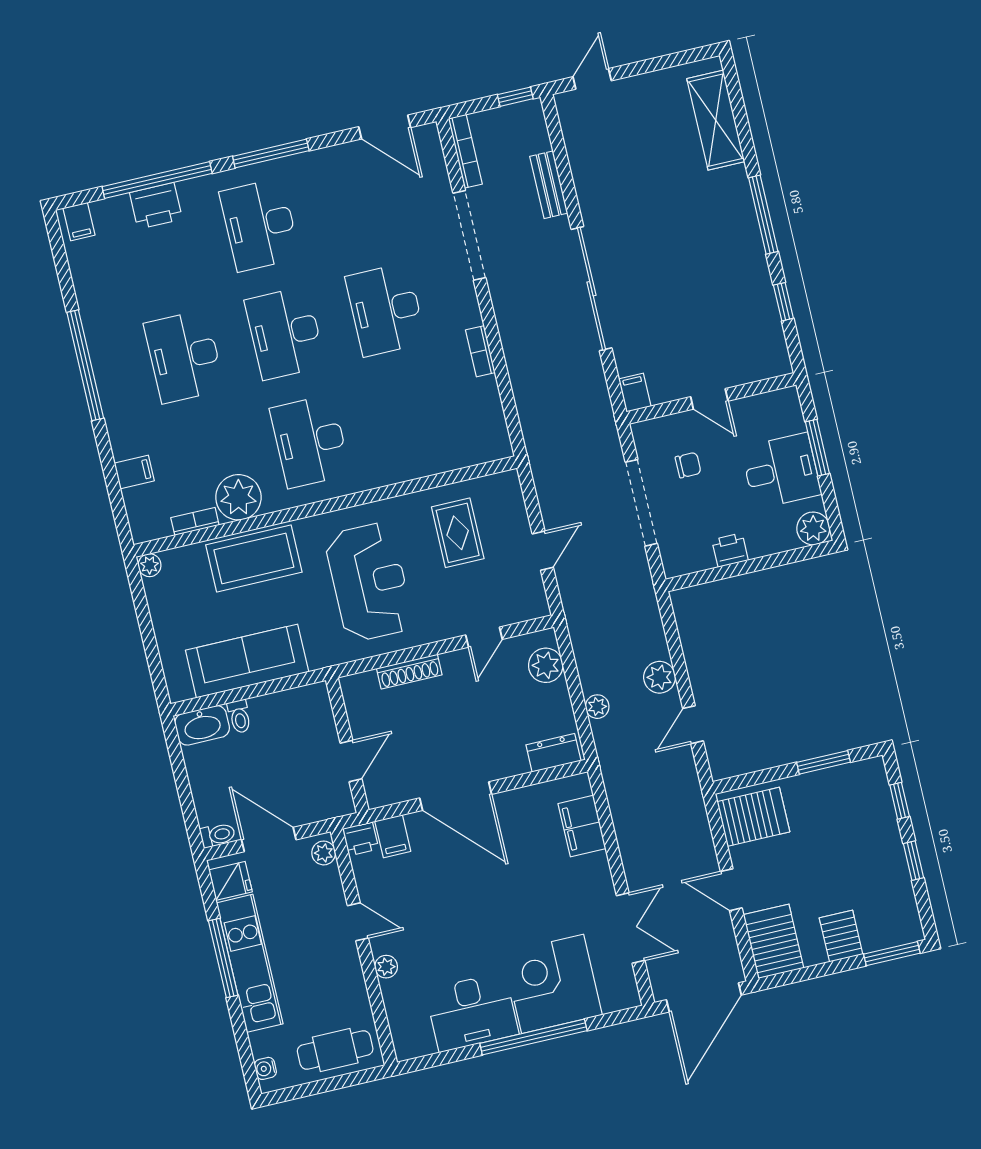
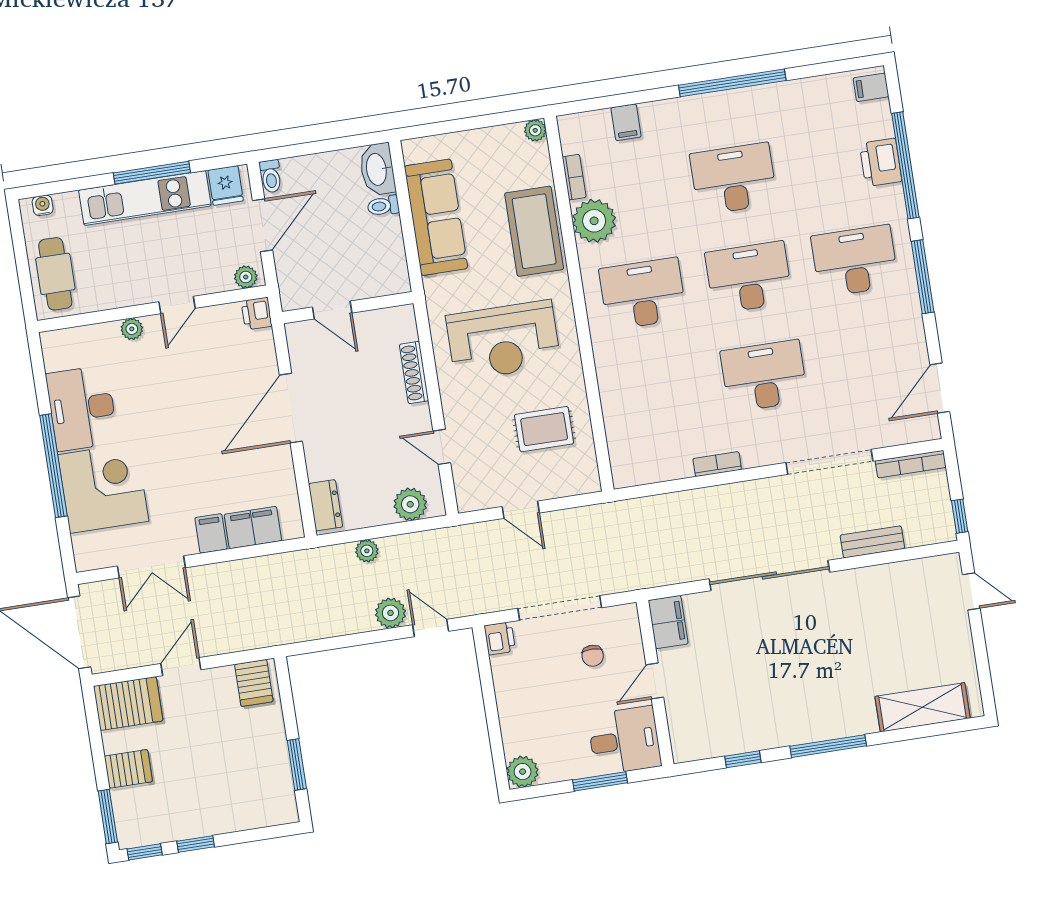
filing cabinet: (635, 393) -> (668, 622), width x2.00
desk: (781, 471) -> (624, 741), moved, turned -90
printer: (730, 550) -> (500, 638), moved
door: (693, 725) -> (431, 628), moved
window: (900, 801) -> (145, 852), moved
server rack: (753, 817) -> (254, 683), width x0.73, depth x0.70
filing cabinet: (393, 836) -> (211, 533), moved, turned 90

